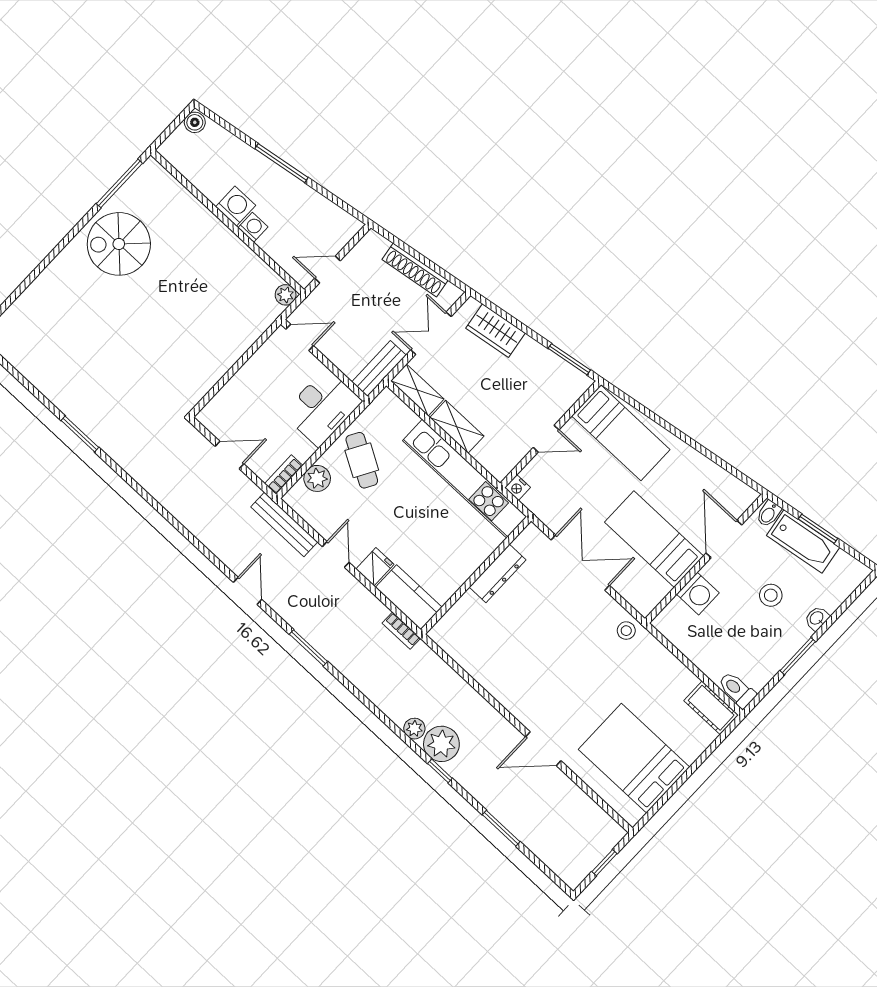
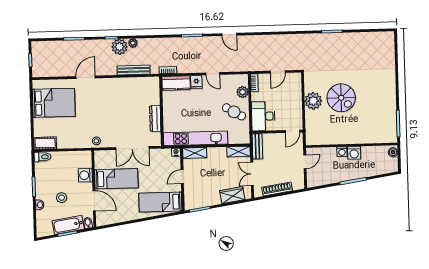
boiler: (195, 122) -> (393, 152), moved
spiral stairs: (119, 244) -> (341, 98), moved, turned 90
plant: (286, 295) -> (313, 101), moved, width x1.88, depth x1.88
double door: (431, 333) -> (252, 174), swing flipped
shelving: (457, 427) -> (195, 153), moved
bench: (284, 524) -> (134, 70), moved

